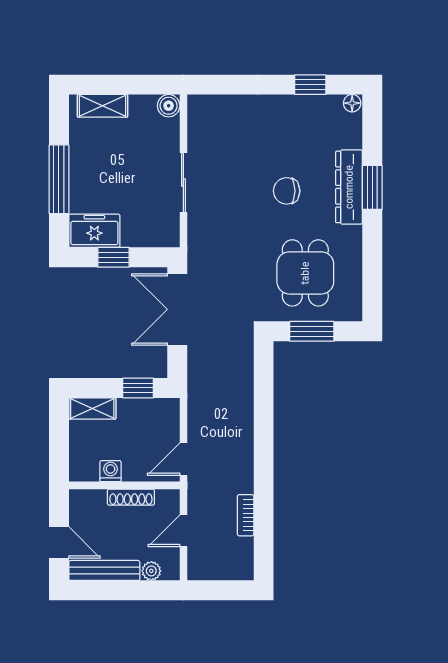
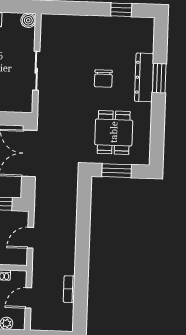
floor lamp: (352, 103) -> (148, 23), removed
chair: (287, 191) -> (103, 79), turned -90
door: (183, 459) -> (30, 238), moved

